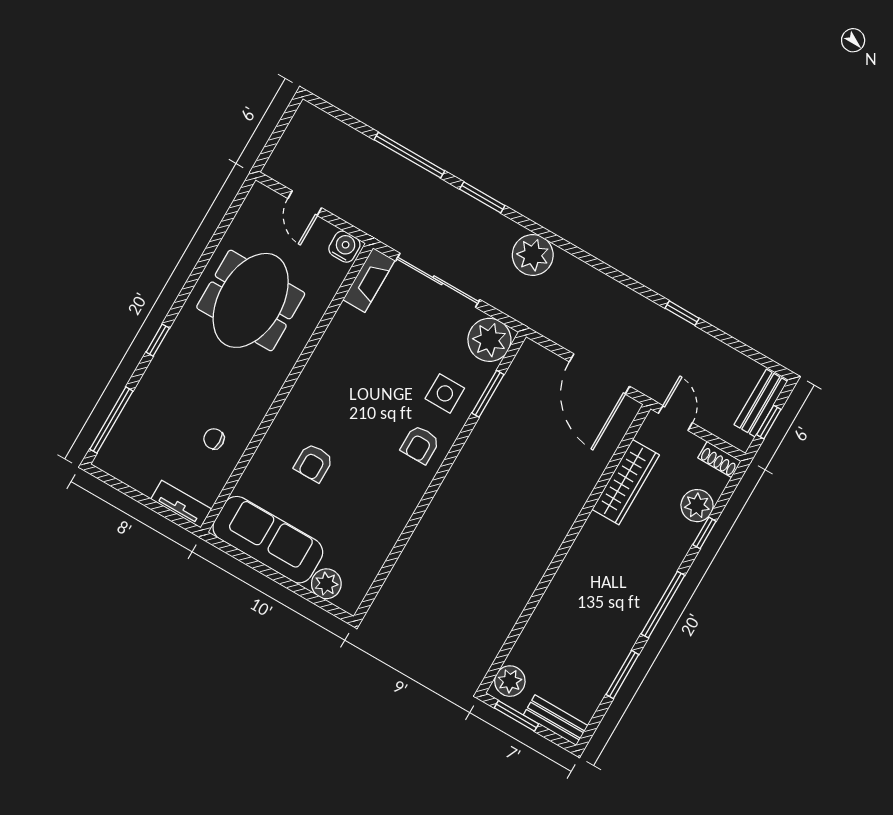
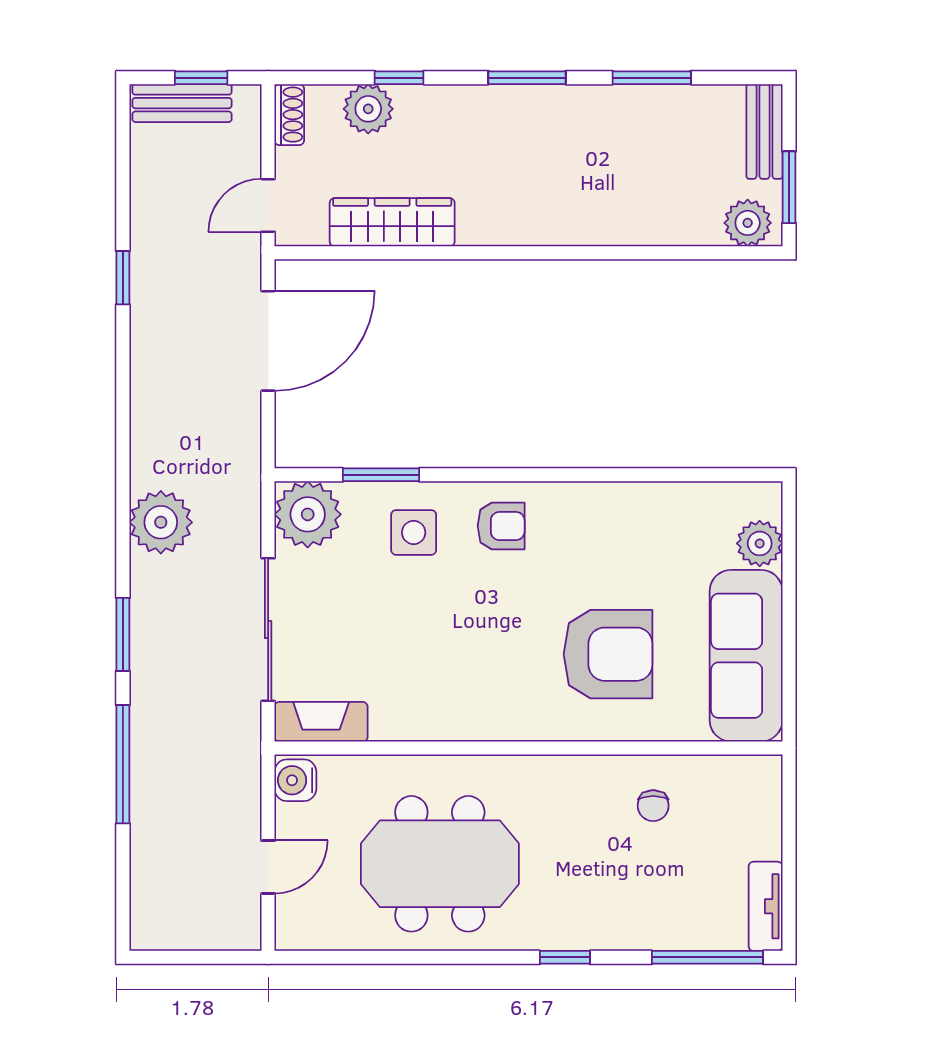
armchair: (314, 463) -> (608, 654), width x1.88, depth x1.88
tv unit: (181, 504) -> (766, 906), moved
window: (663, 605) -> (527, 78), width x0.69

